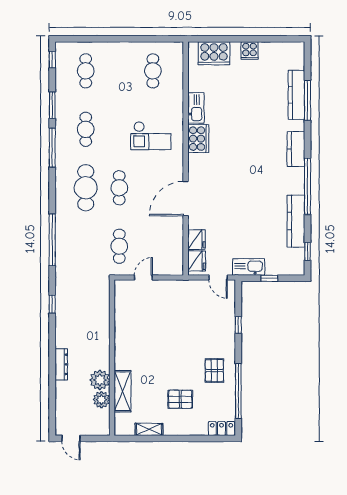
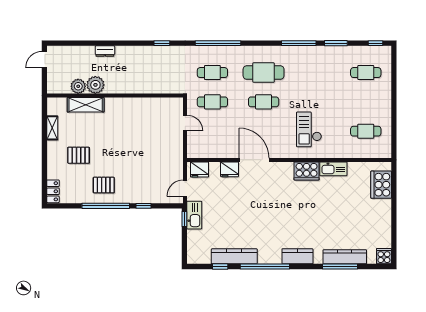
cooker: (249, 51) -> (384, 256), moved, turned 90
cafe table: (86, 129) -> (212, 73), moved
fridge: (196, 240) -> (230, 169), moved
window: (308, 251) -> (220, 267), moved
window: (269, 278) -> (184, 219), moved
dresser: (61, 364) -> (105, 51), width x0.70
window: (238, 391) -> (106, 206), moved
pallet: (180, 399) -> (79, 155), turned 90

